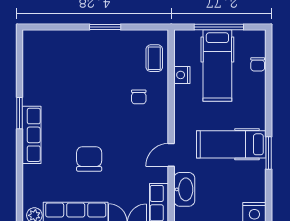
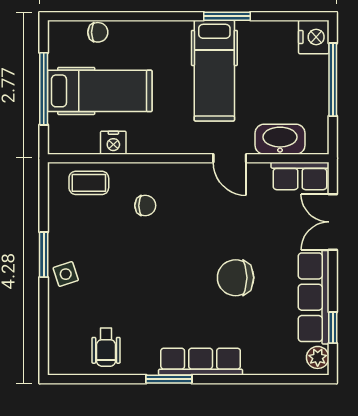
side table: (92, 42) -> (66, 274), added
wheelchair: (41, 70) -> (106, 347), added

